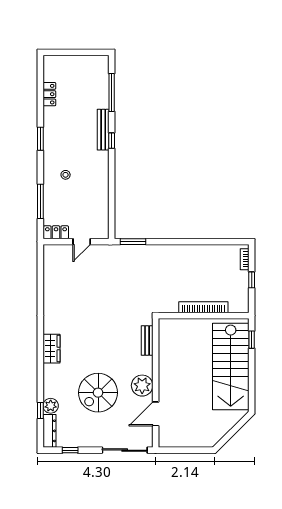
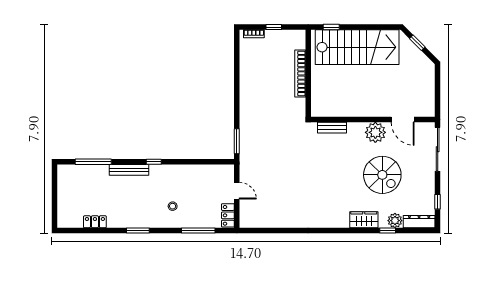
window: (112, 141) -> (154, 162), moved
wardrobe: (51, 349) -> (364, 220), moved
window: (40, 410) -> (388, 230), moved
window: (235, 429) -> (417, 43), added

